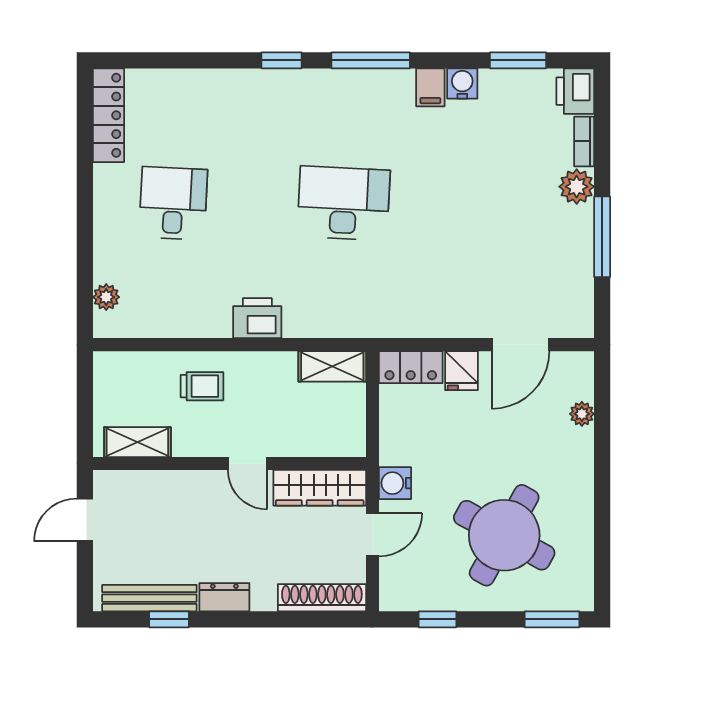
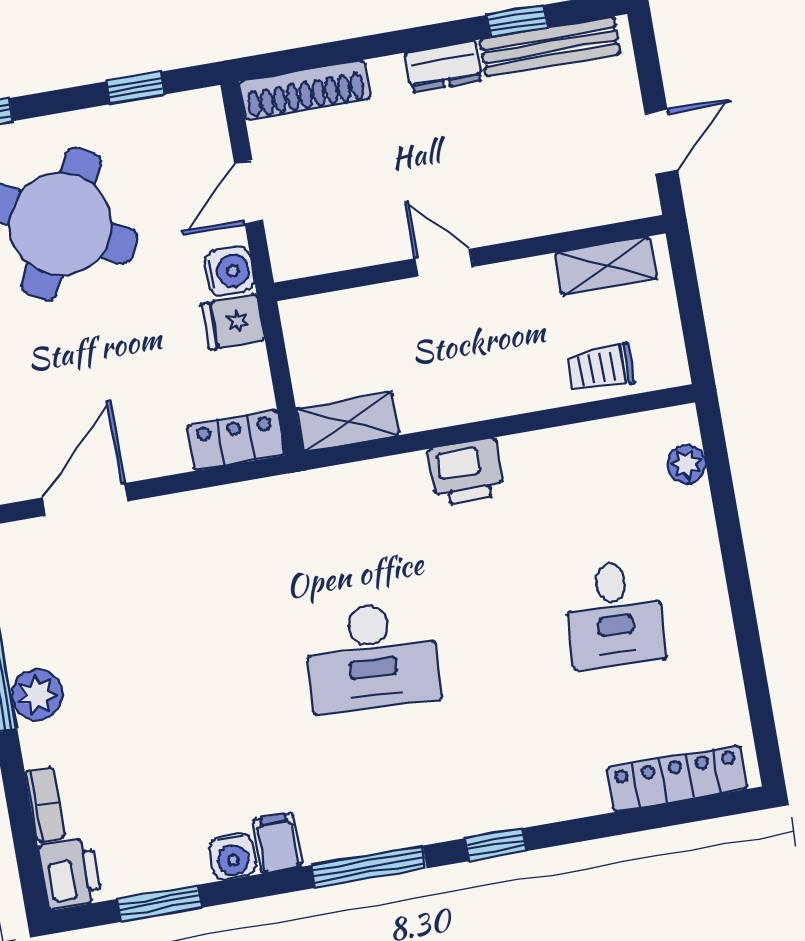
locker: (108, 115) -> (677, 778), moved, turned 90
plant: (577, 187) -> (37, 695), moved
fridge: (461, 371) -> (233, 322), moved, turned -90
trolley: (202, 386) -> (601, 368), moved
wardrobe: (320, 488) -> (335, 246), removed

